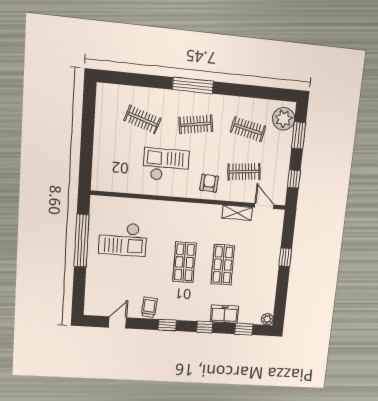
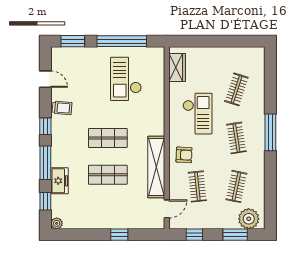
wardrobe: (114, 183) -> (177, 68), added
shelving: (237, 213) -> (156, 167), width x2.20, depth x1.33
window: (79, 292) -> (73, 41), added
window: (205, 327) -> (45, 163), width x2.17

